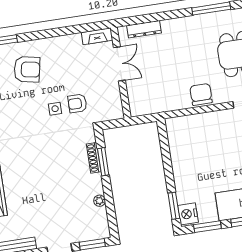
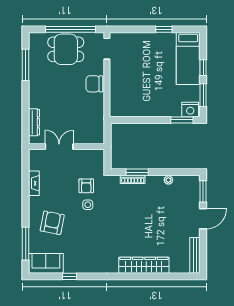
fireplace: (97, 36) -> (34, 183), moved

